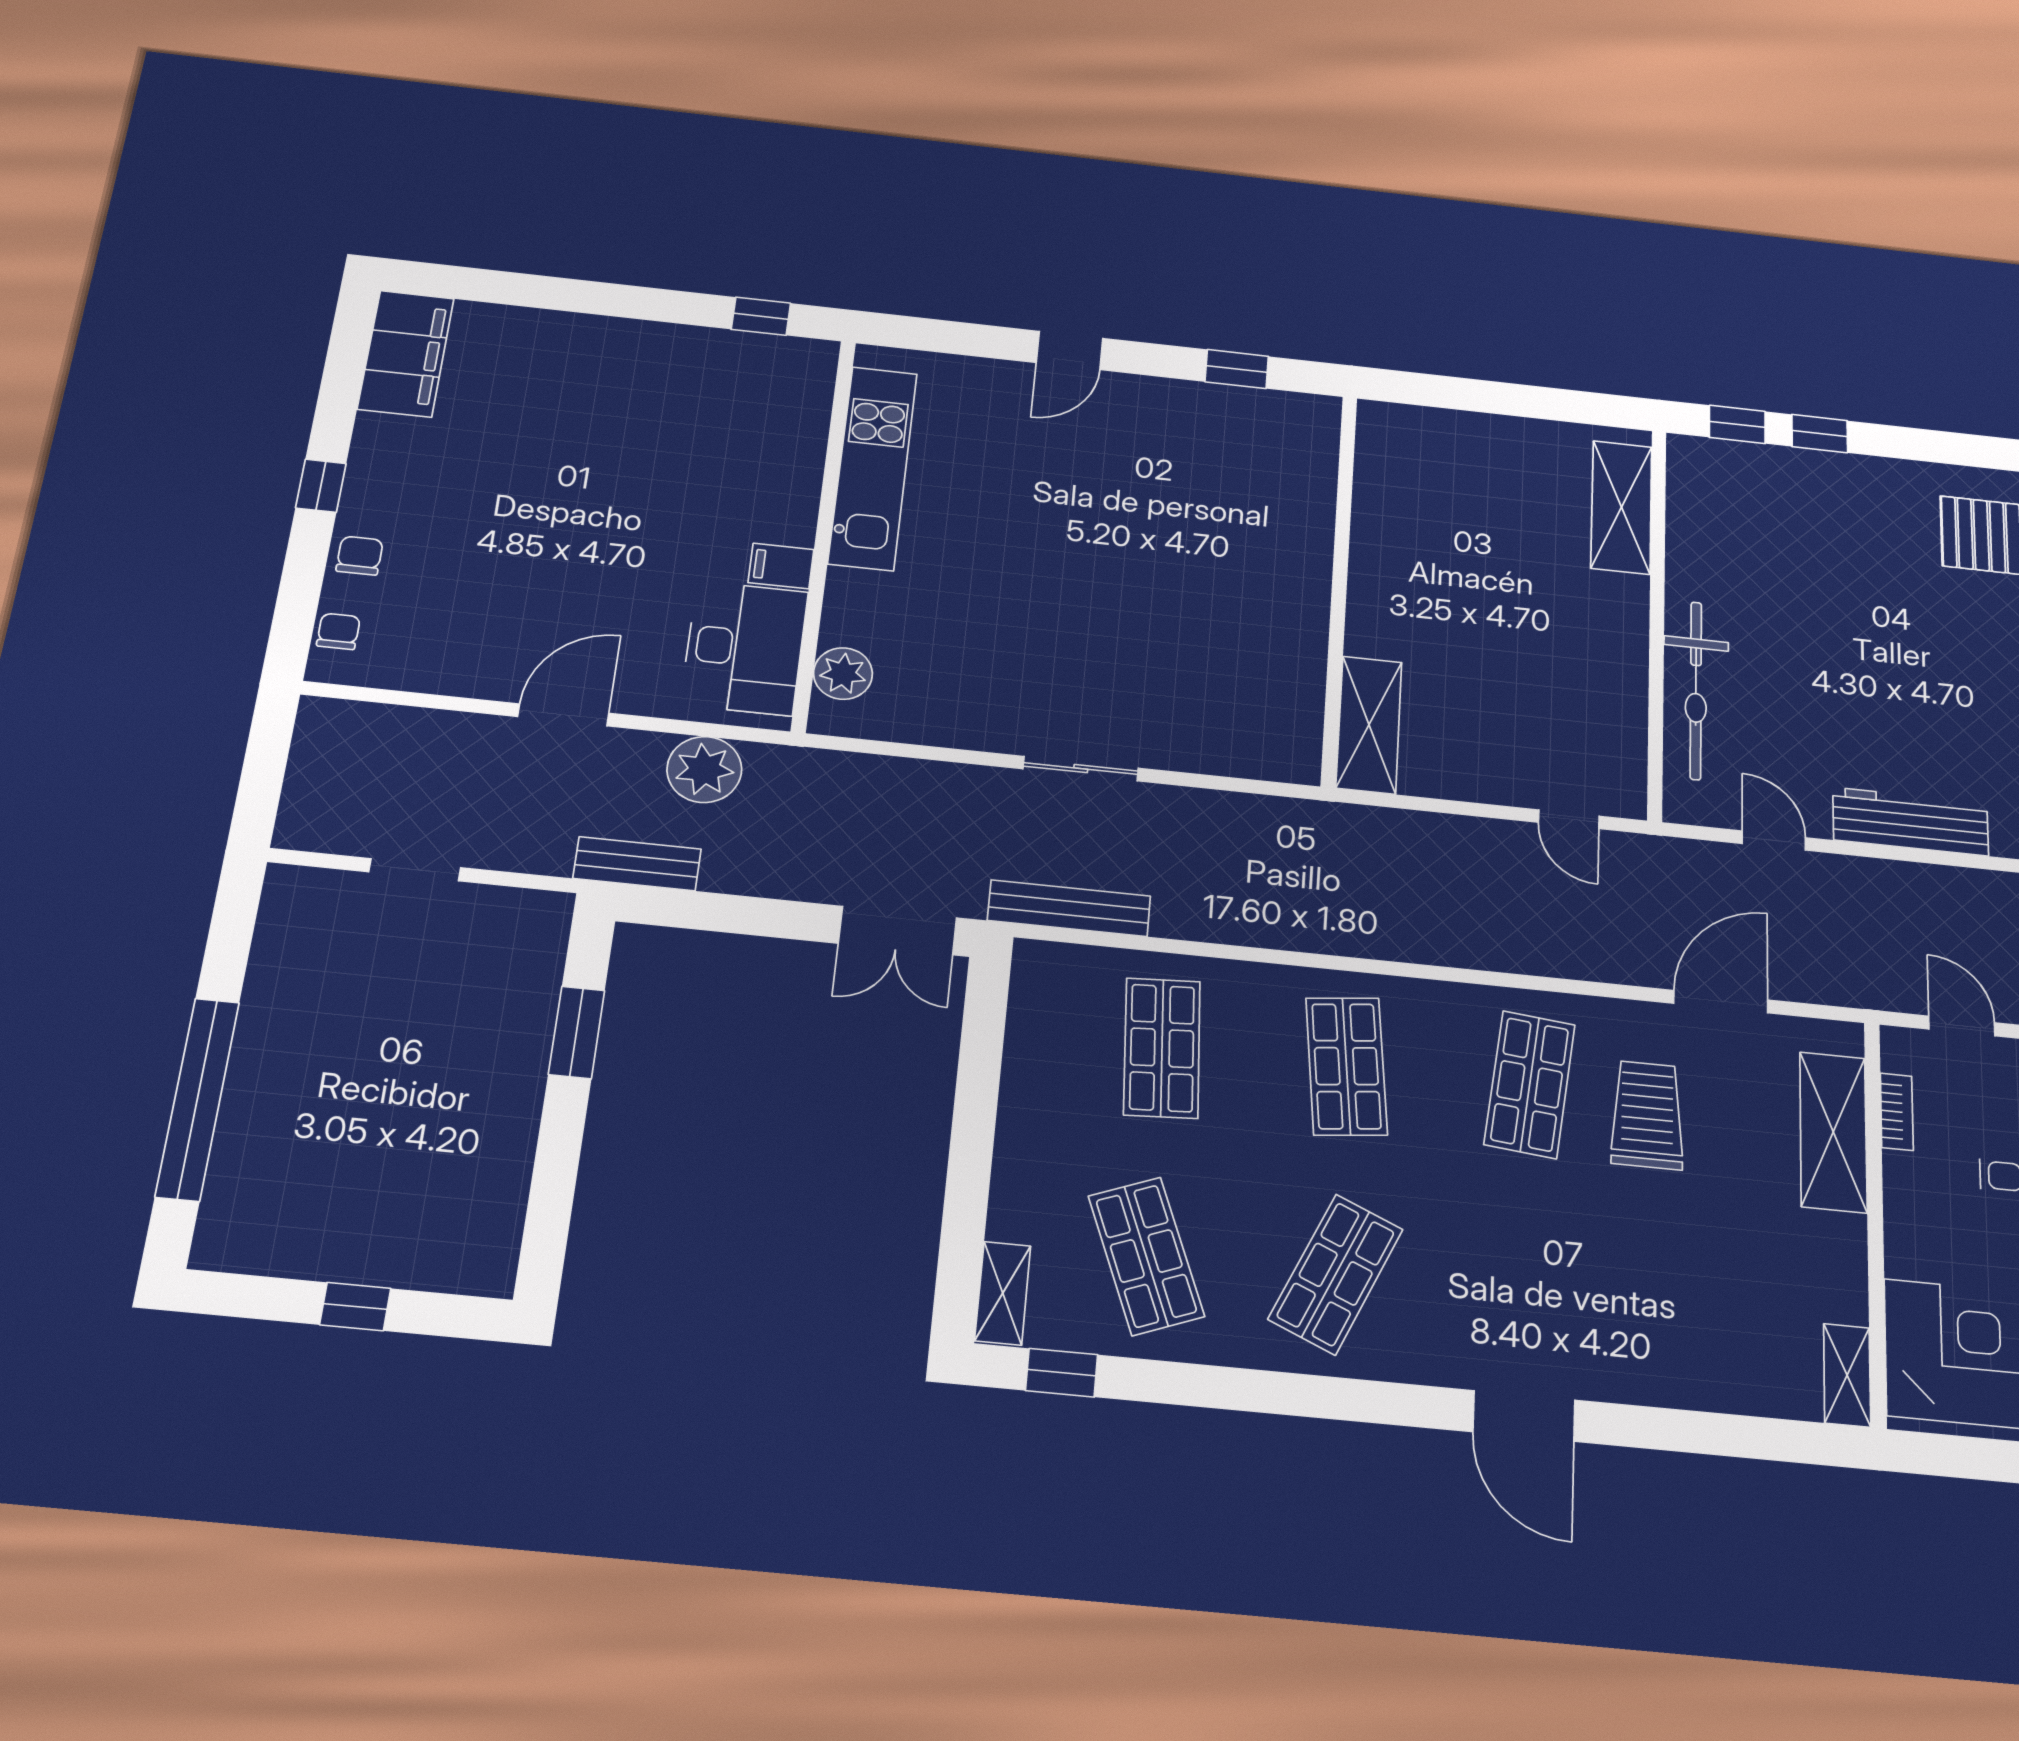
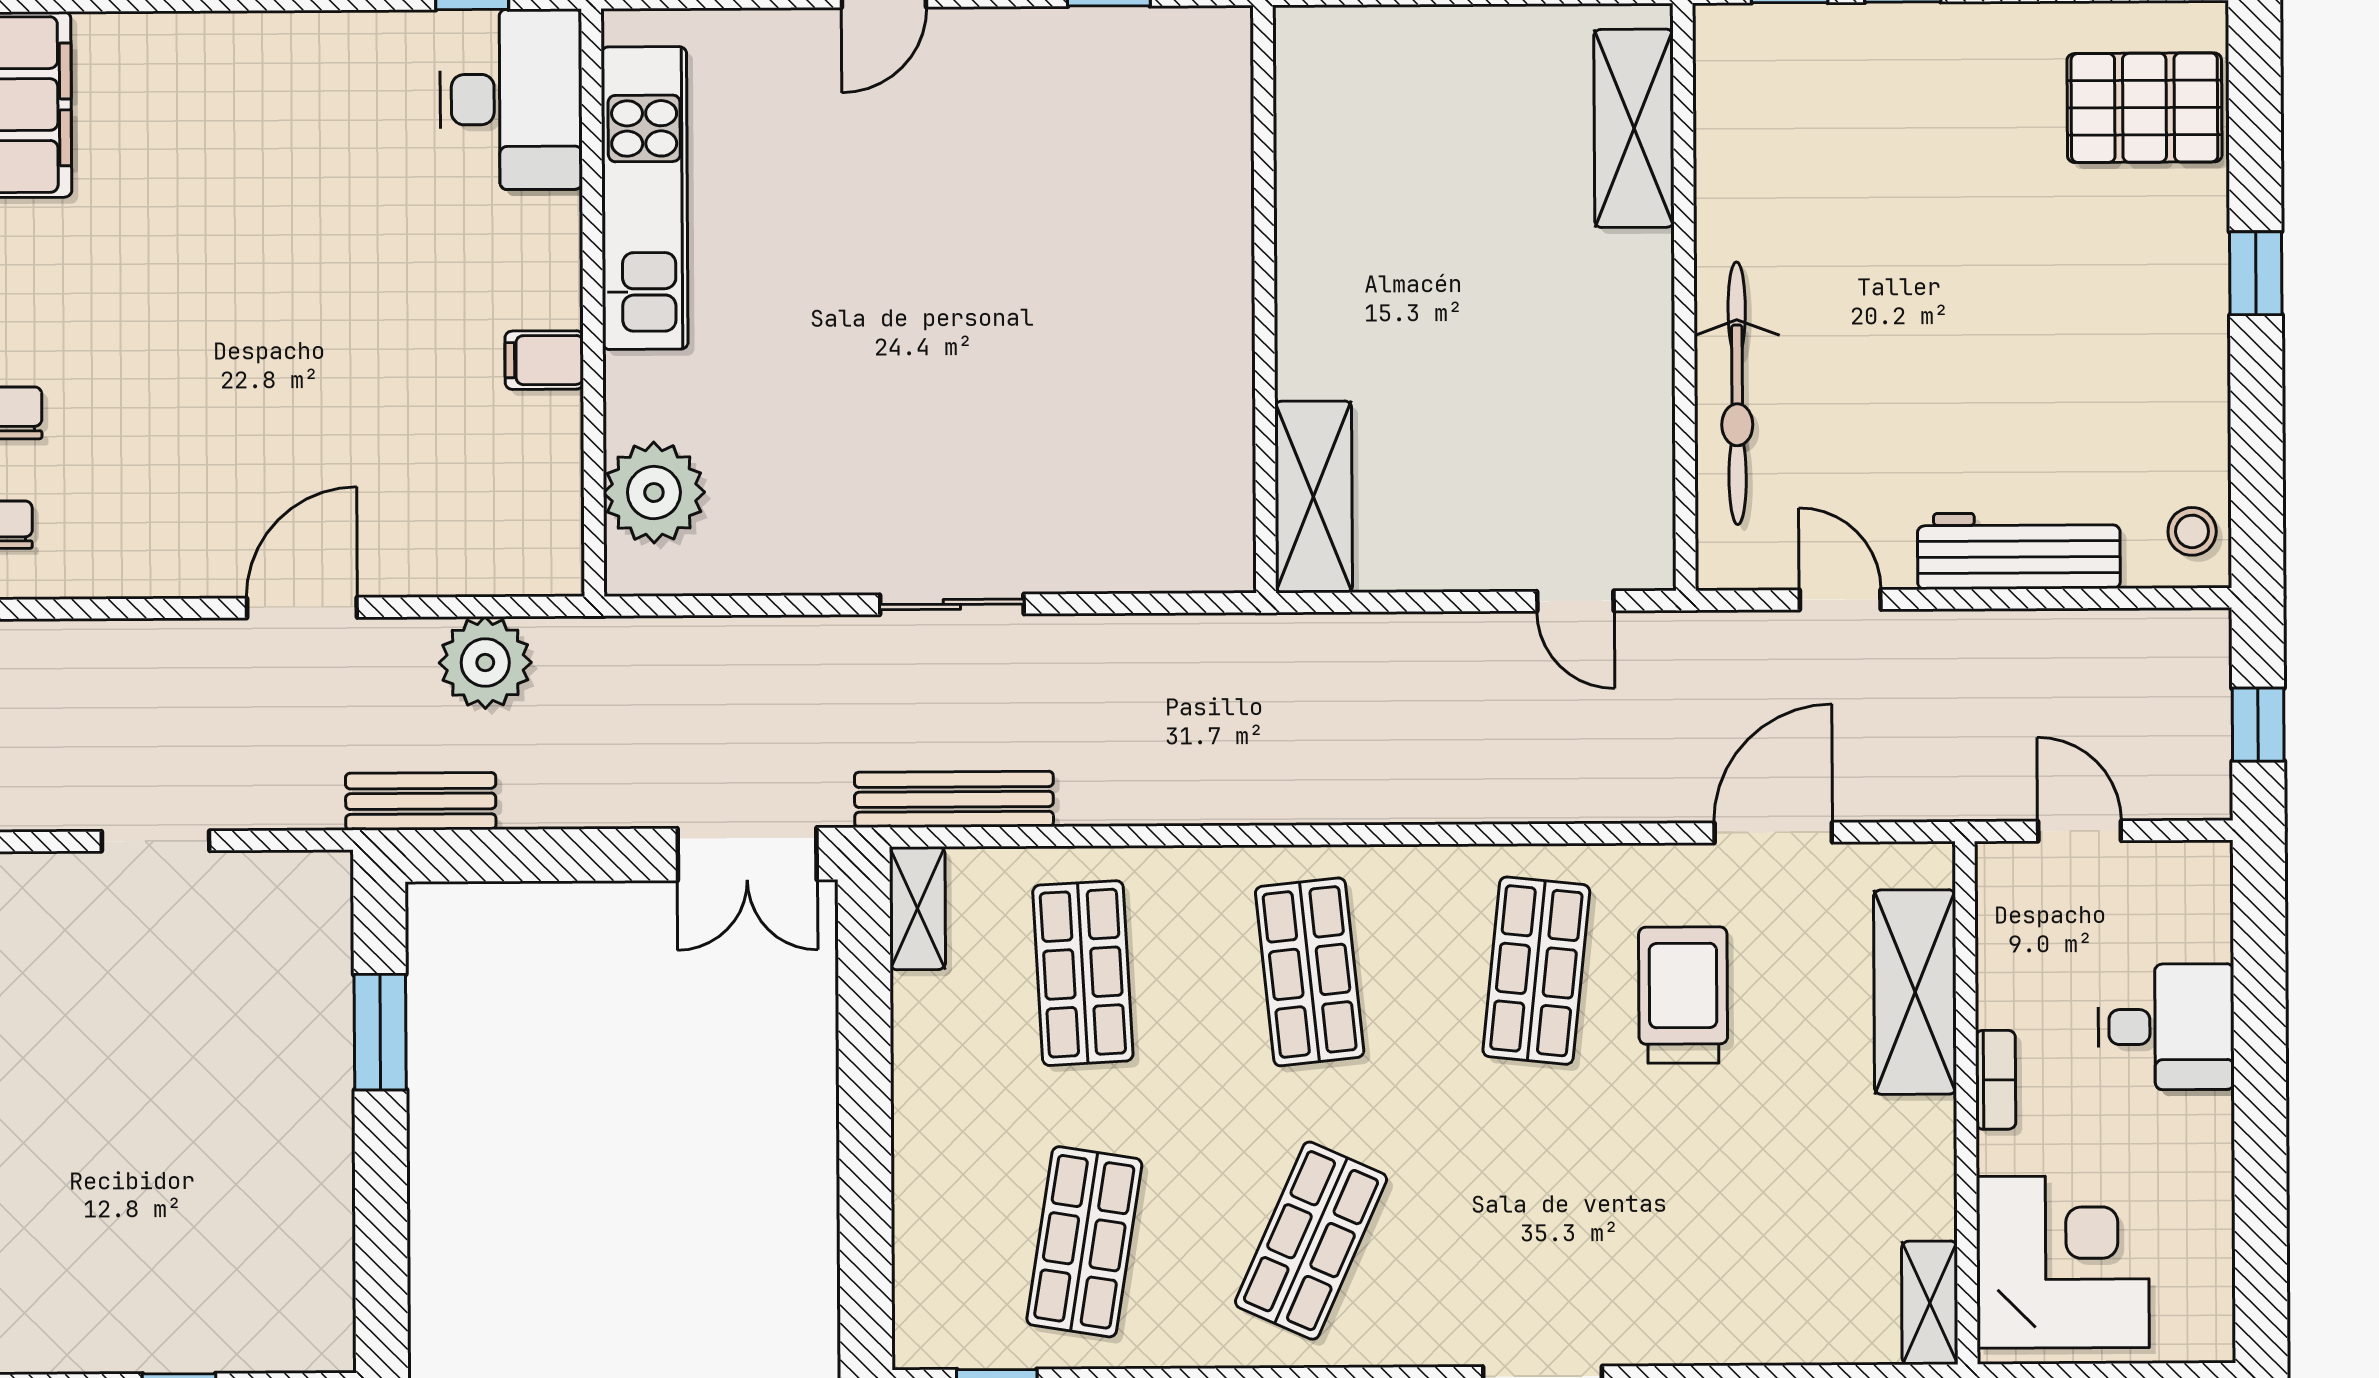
desk: (745, 648) -> (511, 99), moved
plant: (843, 674) -> (654, 493), width x1.36, depth x1.36
bookcase: (1897, 1112) -> (1996, 1080), moved
shop shelf: (1146, 1256) -> (1084, 1242), turned 30
shelving: (1003, 1293) -> (917, 908), moved

